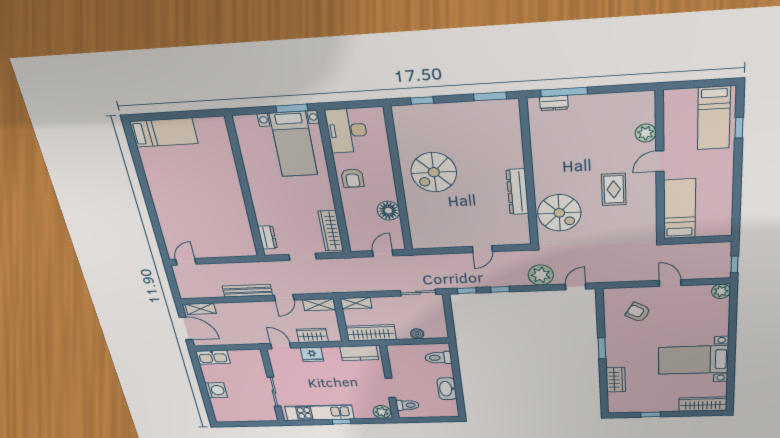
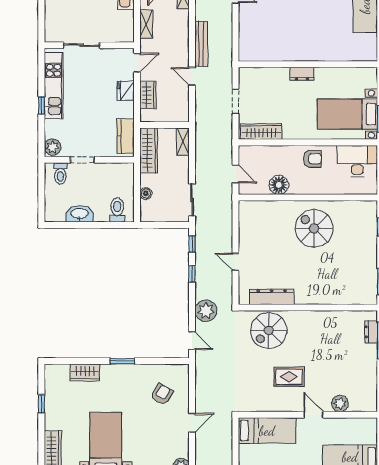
armchair: (353, 178) -> (312, 159), turned 180
dresser: (517, 192) -> (272, 297), moved
dresser: (268, 237) -> (302, 74), moved
shelving: (319, 305) -> (146, 24), moved

